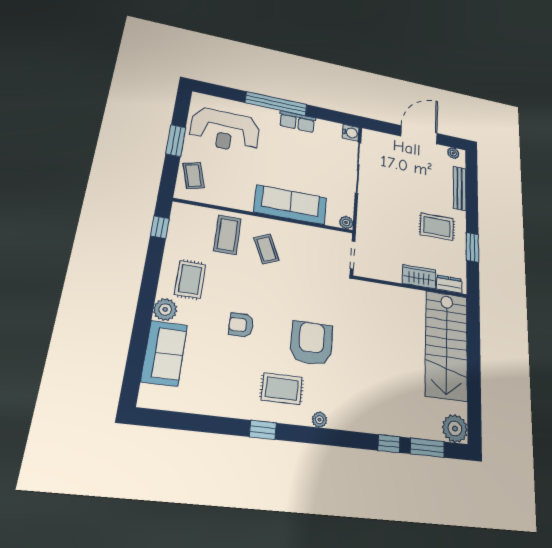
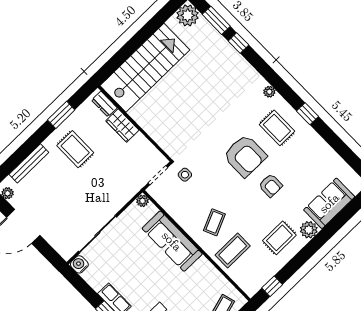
side table: (330, 274) -> (185, 175), added
armchair: (311, 343) -> (245, 156), moved, turned -90

